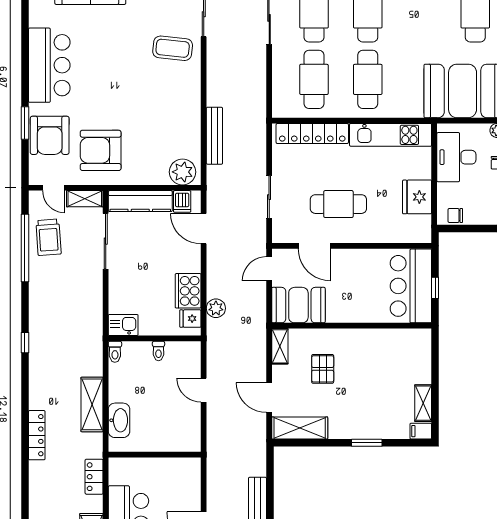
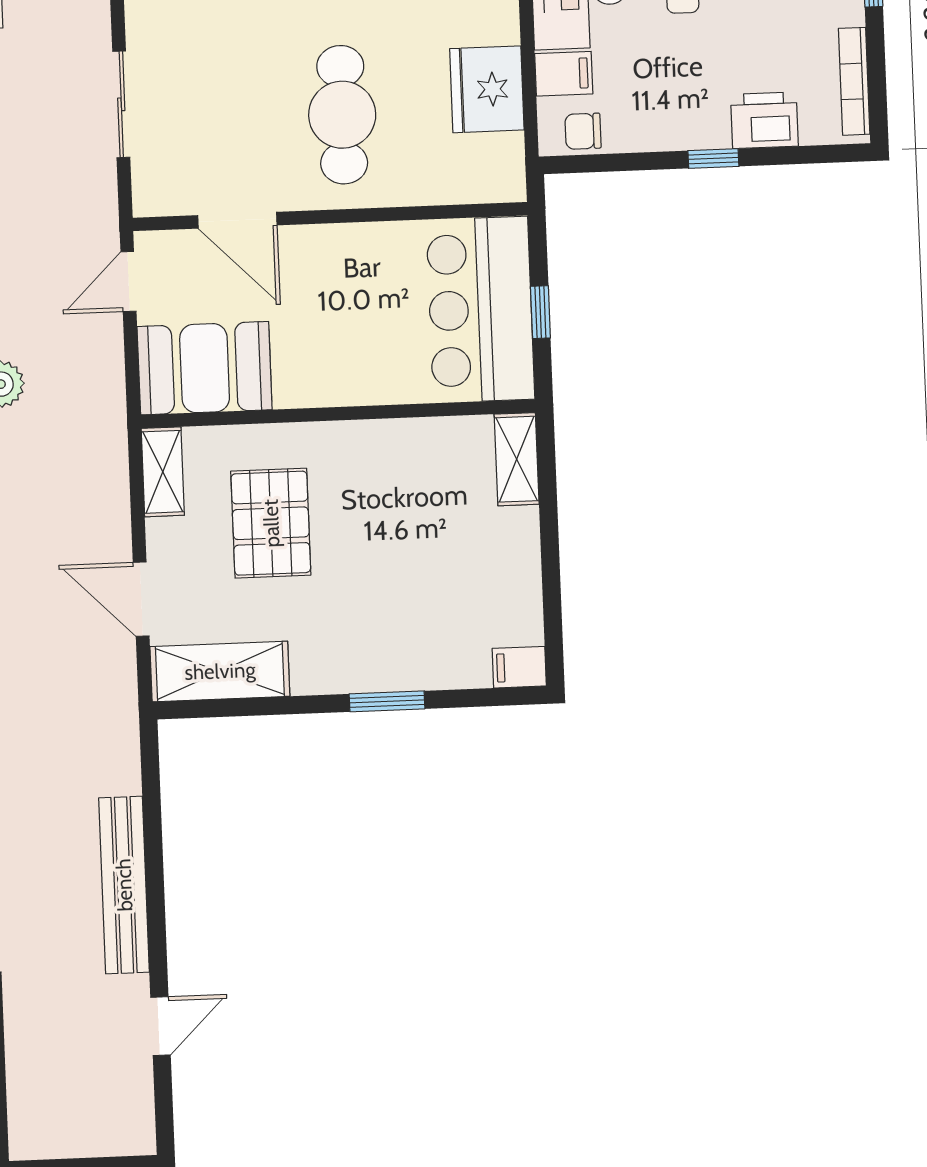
filing cabinet: (448, 192) -> (564, 74), added
cafe table: (338, 204) -> (342, 115), moved, turned 90
pallet: (323, 369) -> (271, 523), width x1.50, depth x1.42
shelving: (423, 403) -> (517, 459), moved

